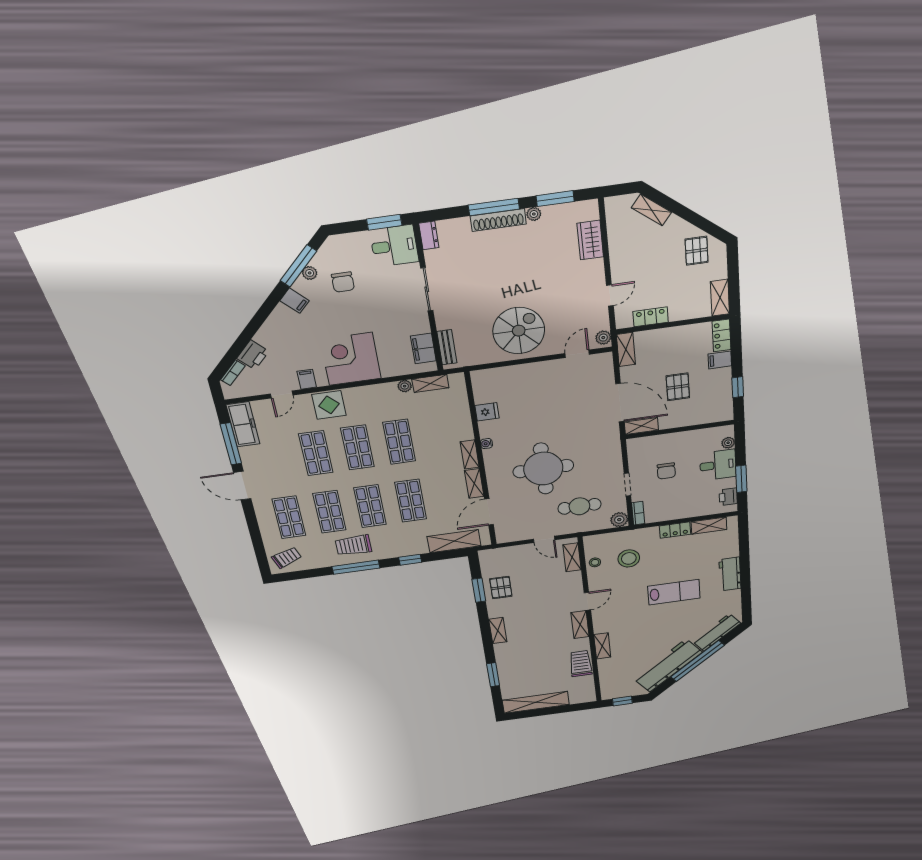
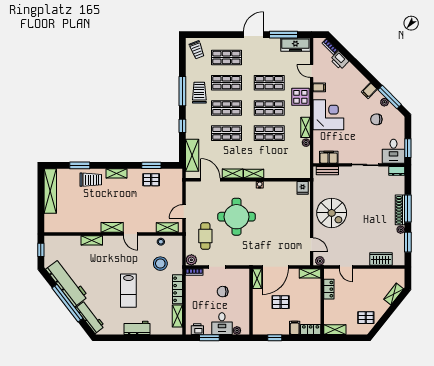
shelving: (430, 383) -> (305, 127), moved
fridge: (487, 412) -> (303, 188), moved
locker: (675, 530) -> (178, 289), width x1.53
trolley: (581, 664) -> (91, 180), moved

